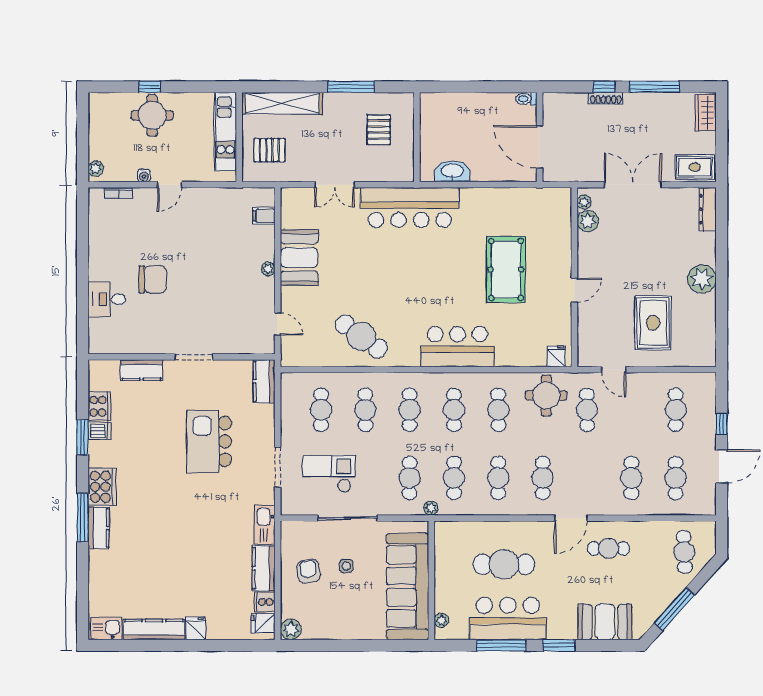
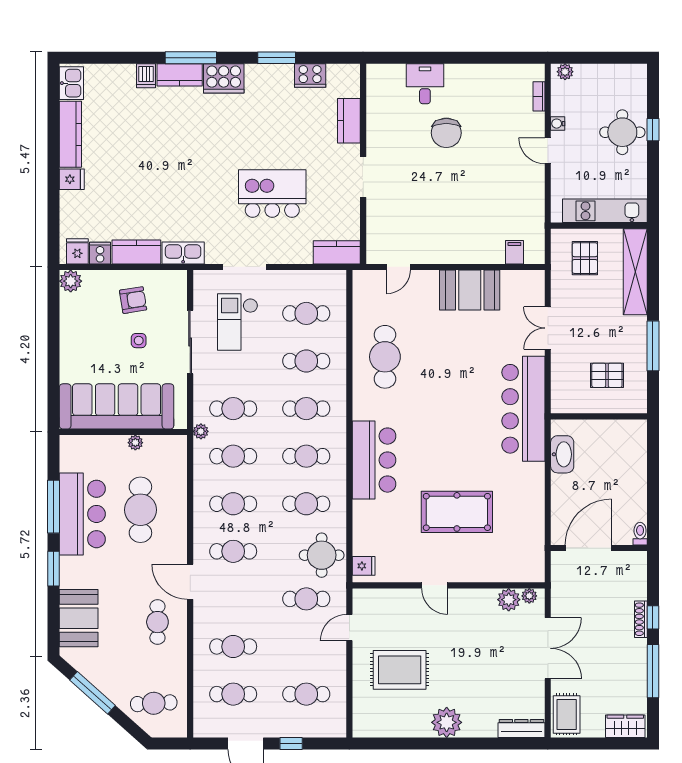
plant: (268, 269) -> (457, 257), removed
cafe table: (361, 336) -> (385, 357), turned -36
dishwasher: (99, 431) -> (146, 76), moved
checkout: (329, 474) -> (238, 322), turned 180
plant: (441, 620) -> (135, 443), moved

